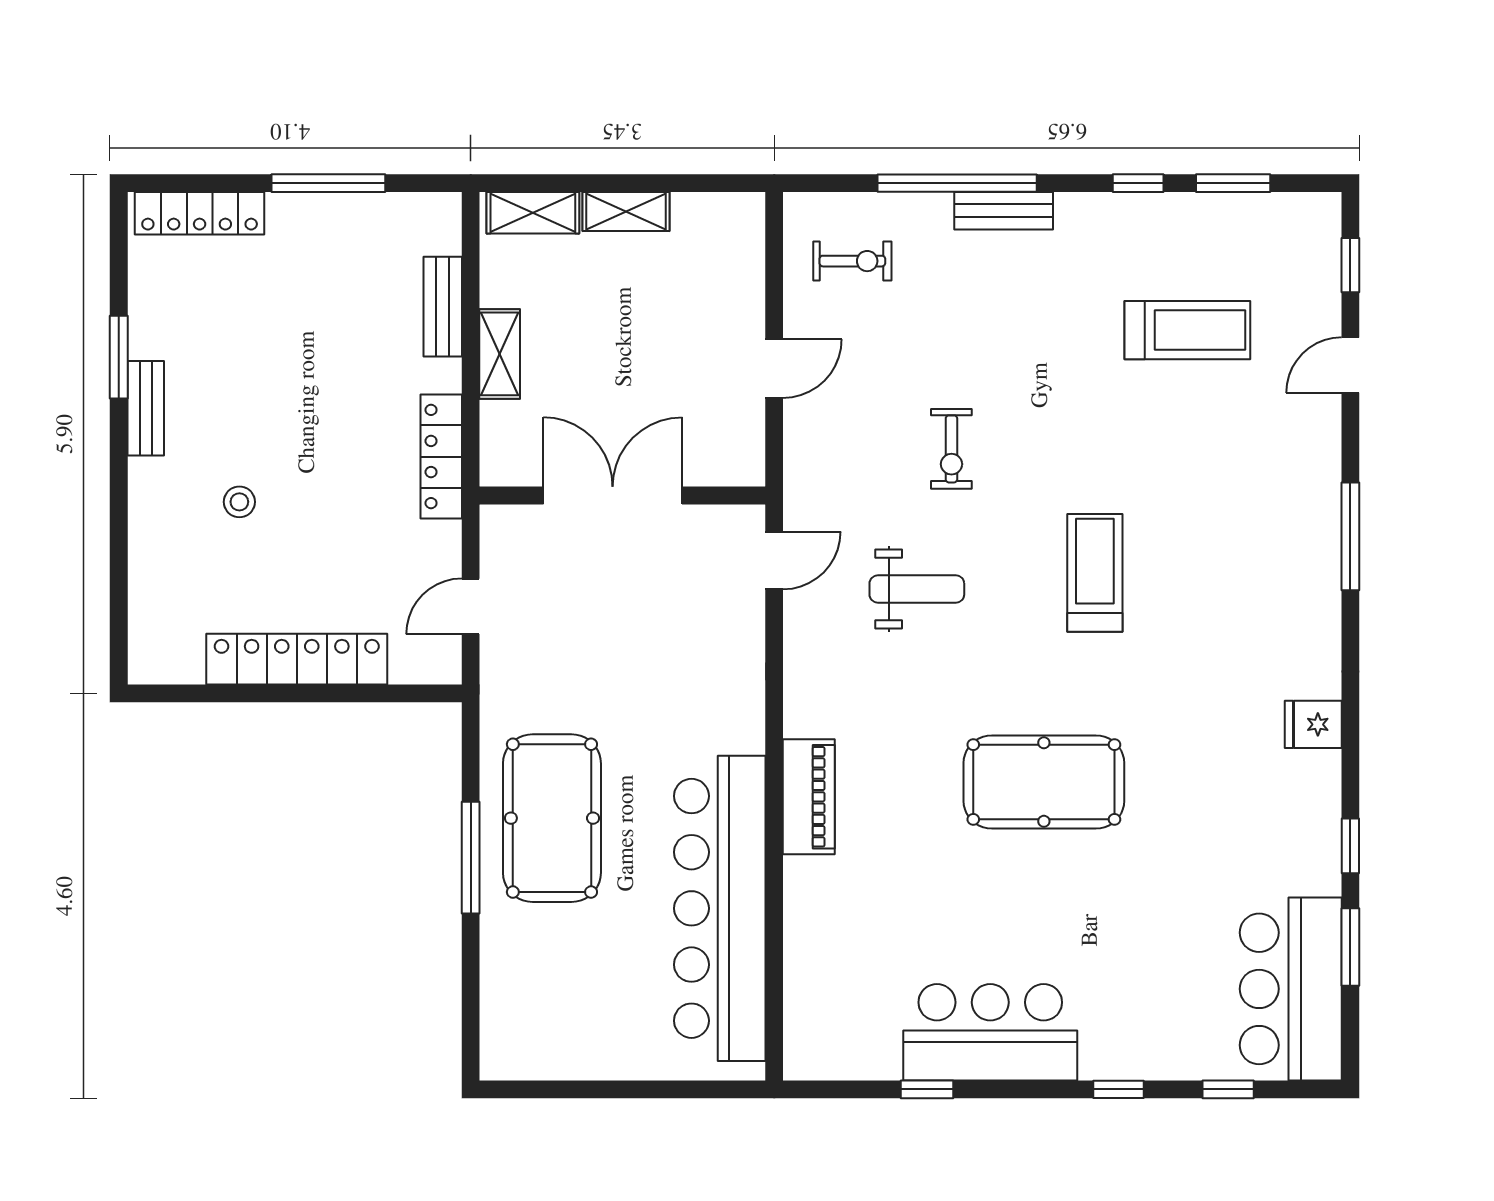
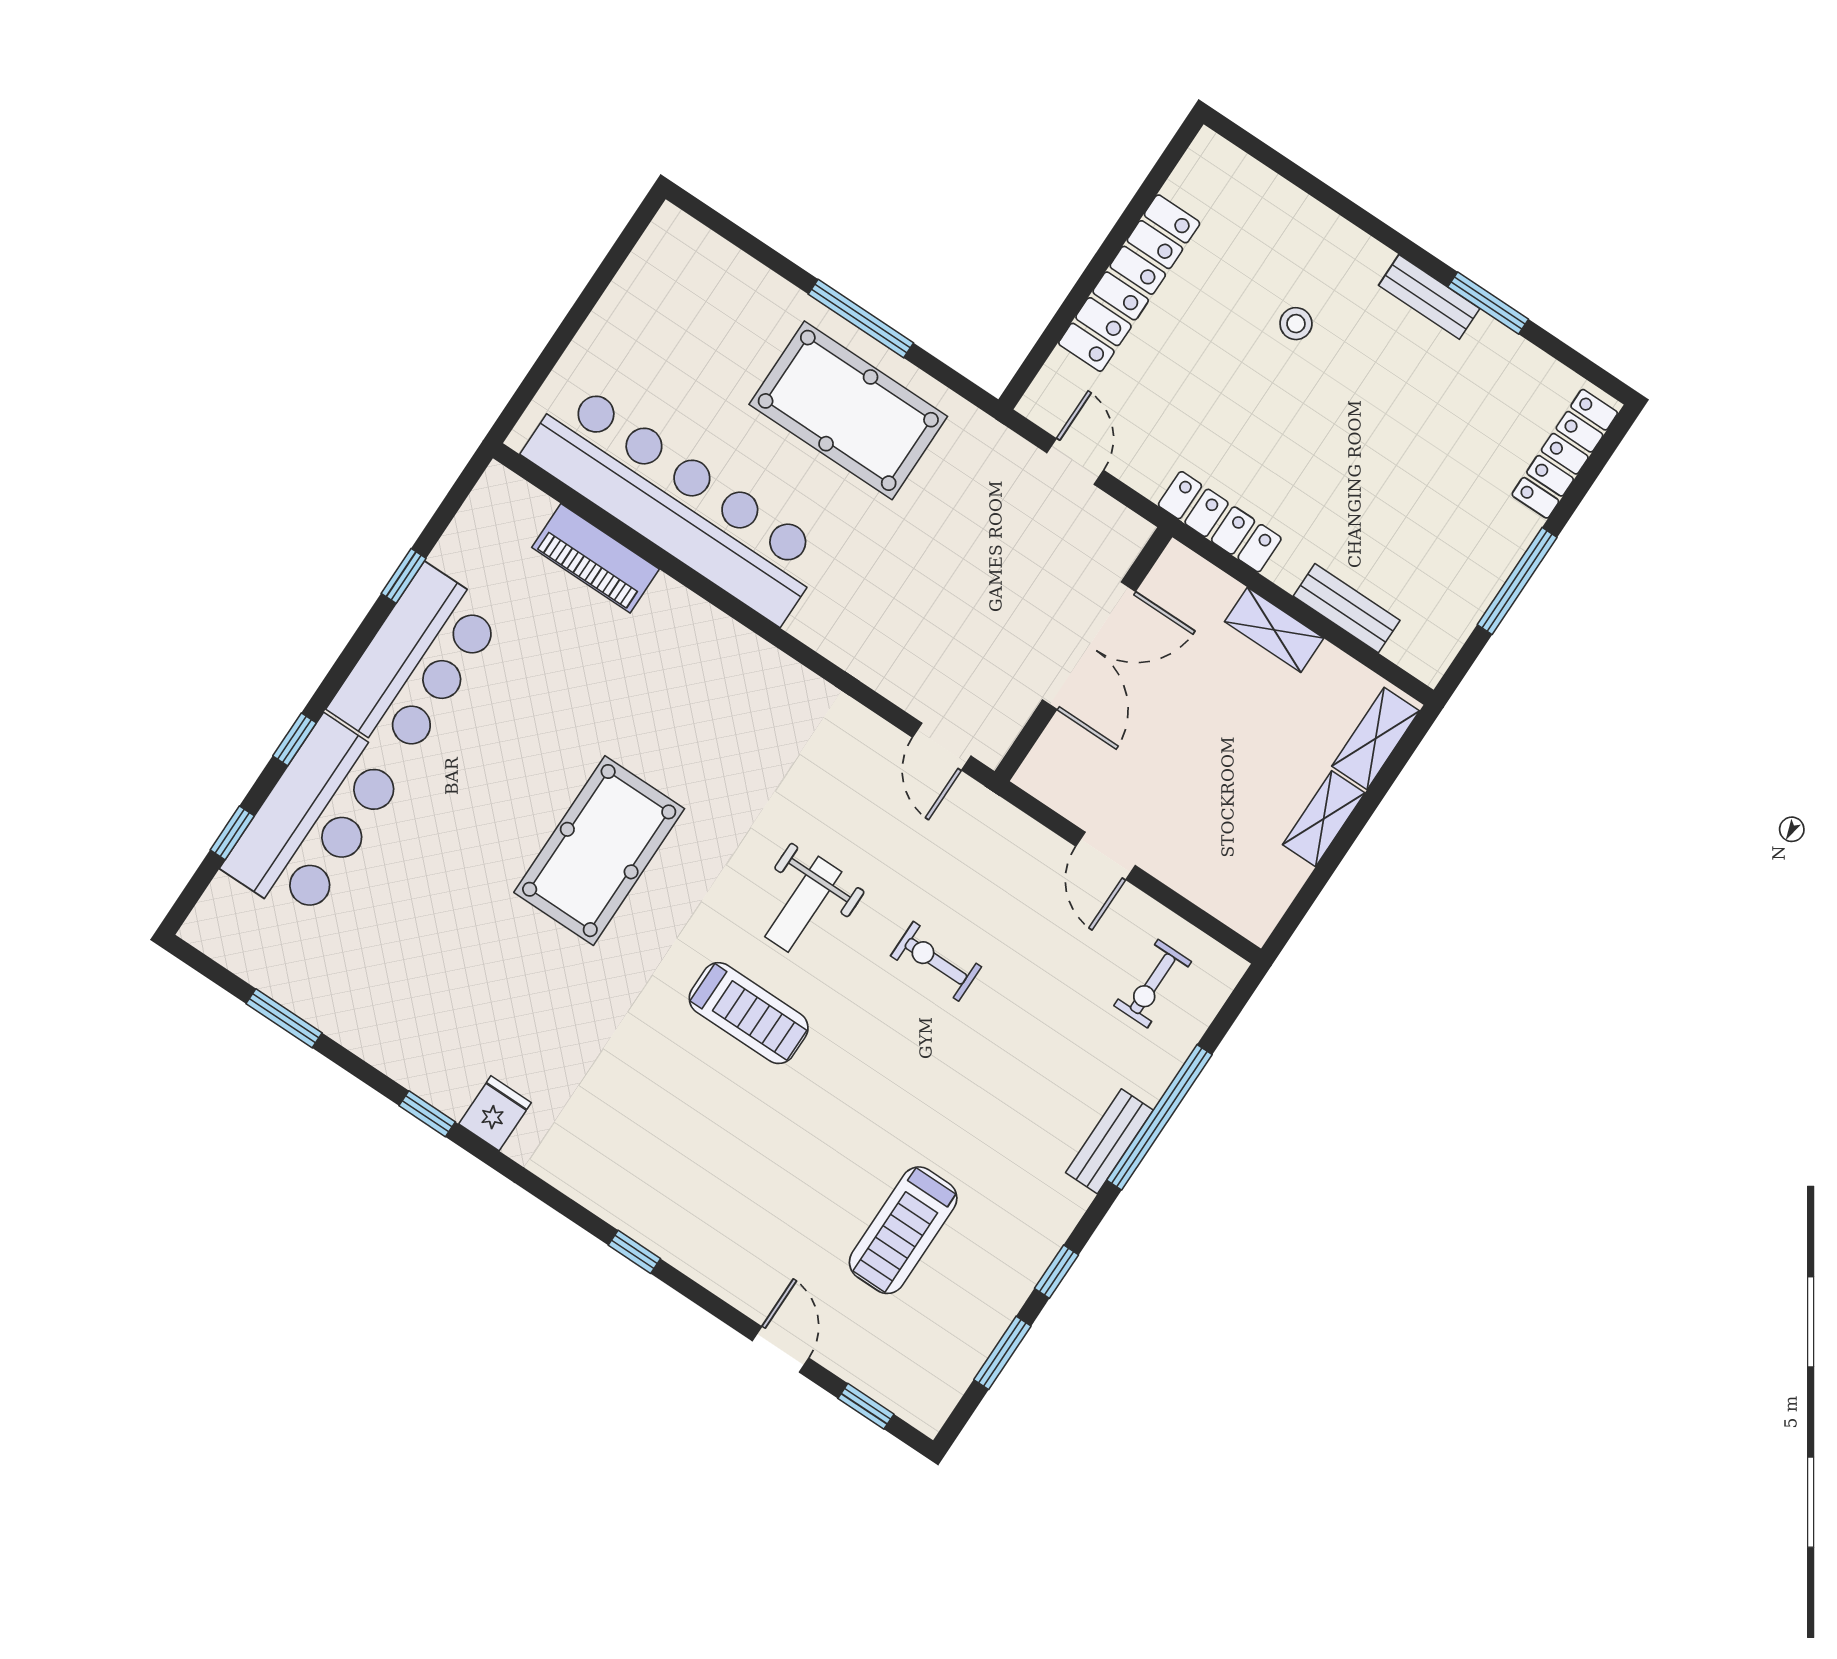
window: (1350, 536) -> (634, 1252), width x0.46
weight bench: (917, 589) -> (803, 904), moved
piano: (809, 797) -> (595, 558), moved
window: (1350, 846) -> (427, 1114), moved
bar counter: (1291, 989) -> (315, 819), moved, turned 90

